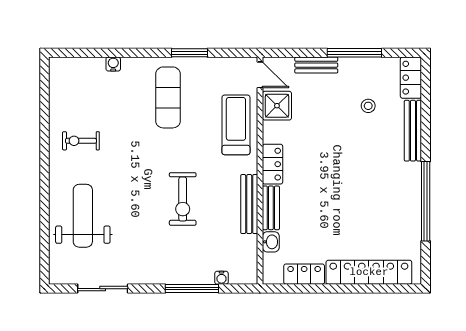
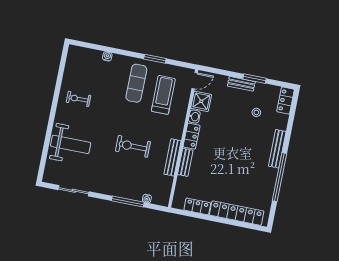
window: (354, 53) -> (254, 79), width x0.69
bench: (316, 65) -> (241, 84), moved
door: (260, 75) -> (195, 81), hinge flipped
treadmill: (236, 125) -> (163, 95), moved
bench: (413, 131) -> (277, 149), moved
exercise bike: (183, 199) -> (133, 146), turned 90
weight bench: (83, 216) -> (71, 144), turned 90
washbasin: (271, 242) -> (194, 117), moved

